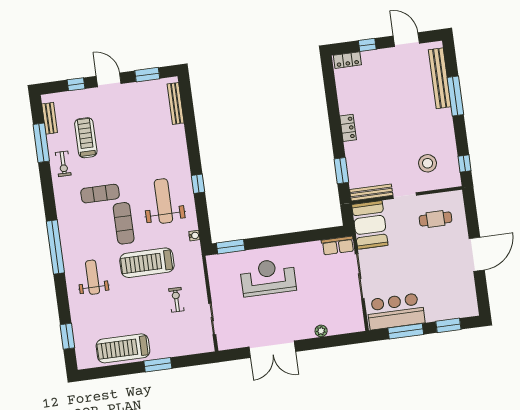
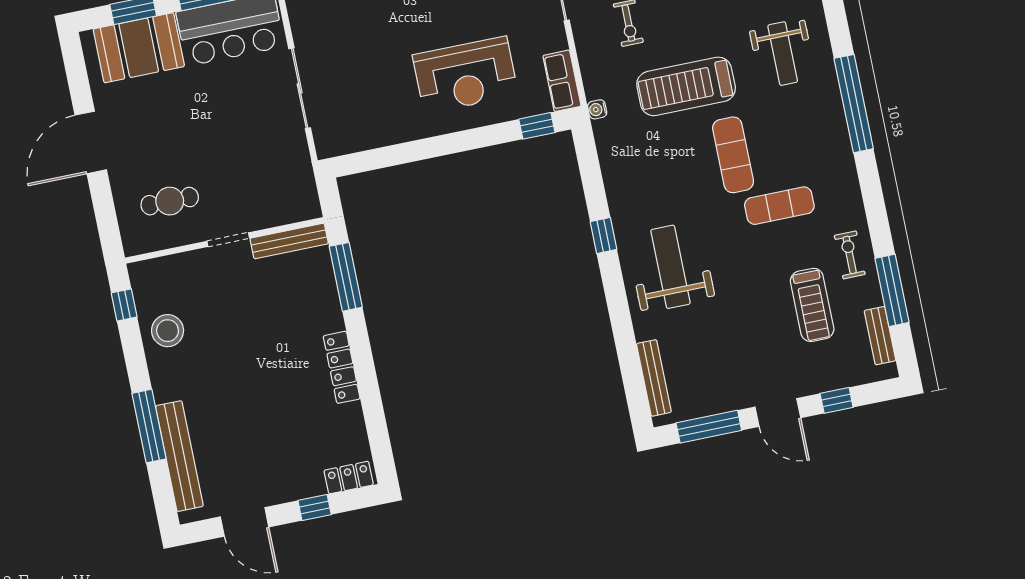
window: (147, 75) -> (709, 427), width x1.44
locker: (348, 128) -> (342, 367), width x1.53
stool: (428, 163) -> (168, 331), moved
window: (341, 171) -> (346, 277), width x1.44
weight bench: (163, 201) -> (670, 267), moved, turned 180
booth: (370, 225) -> (139, 48), moved, turned 90
water cooler: (194, 236) -> (597, 109), moved
row of seats: (338, 246) -> (562, 81), moved, turned -90
window: (231, 247) -> (537, 126), width x0.67
treadmill: (147, 263) -> (686, 86), turned 180

